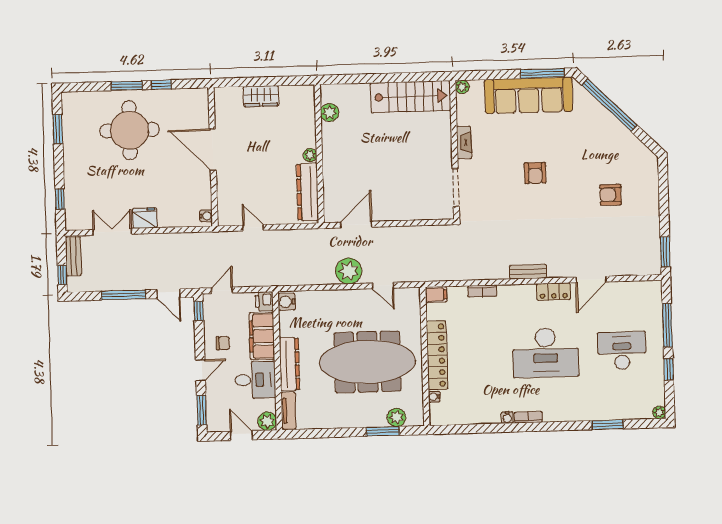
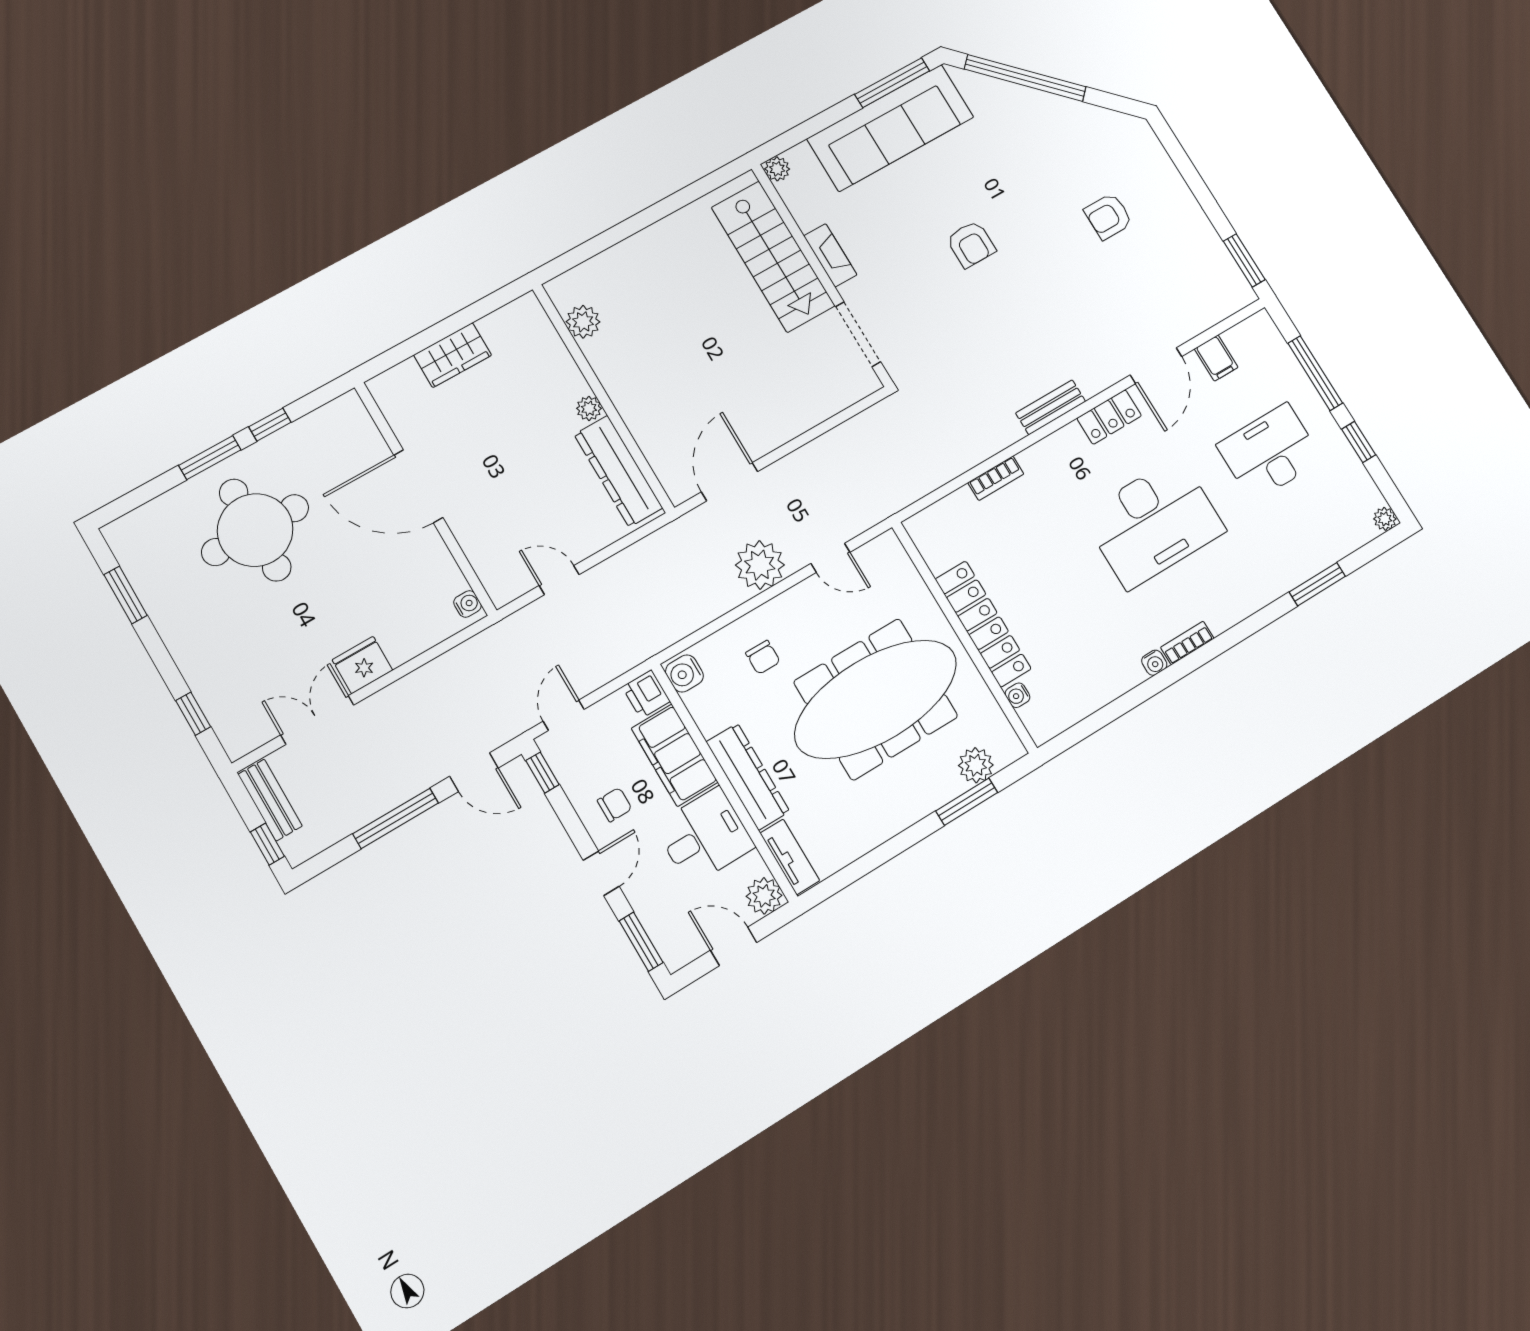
stairs: (411, 97) -> (773, 257), moved, turned 90
filing cabinet: (436, 294) -> (1216, 358), moved, turned 90
chair: (326, 314) -> (763, 657), added

